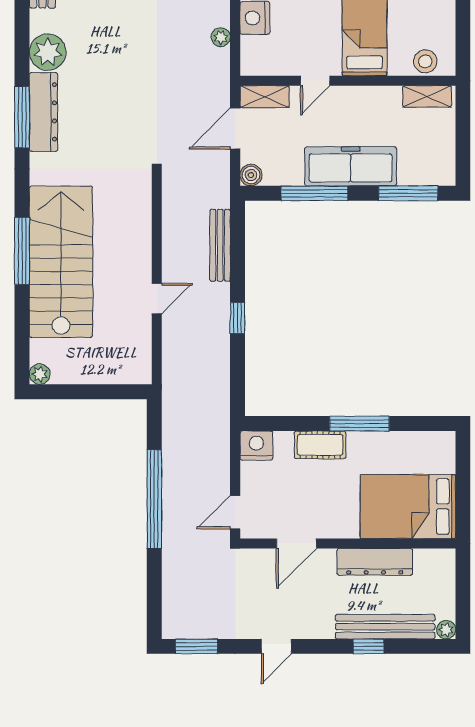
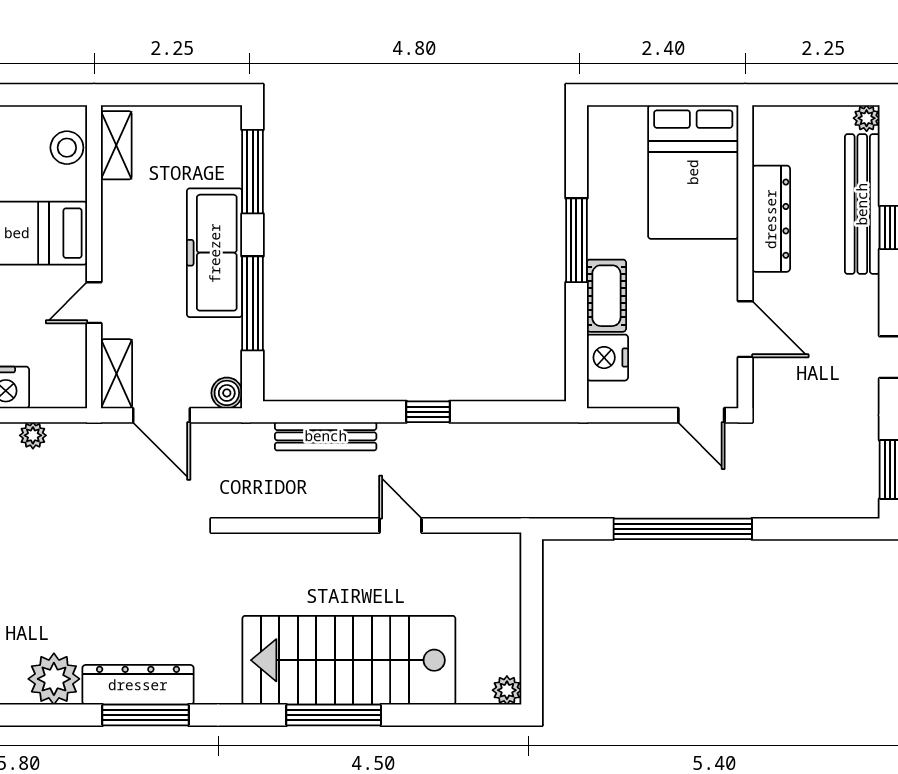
door: (315, 81) -> (94, 303), swing flipped
nightstand: (256, 446) -> (607, 358), moved

